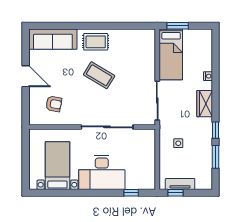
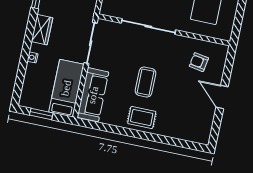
window: (178, 26) -> (41, 114), moved
sofa: (53, 39) -> (93, 95), moved, turned 90
coffee table: (99, 75) -> (145, 82), turned 59

